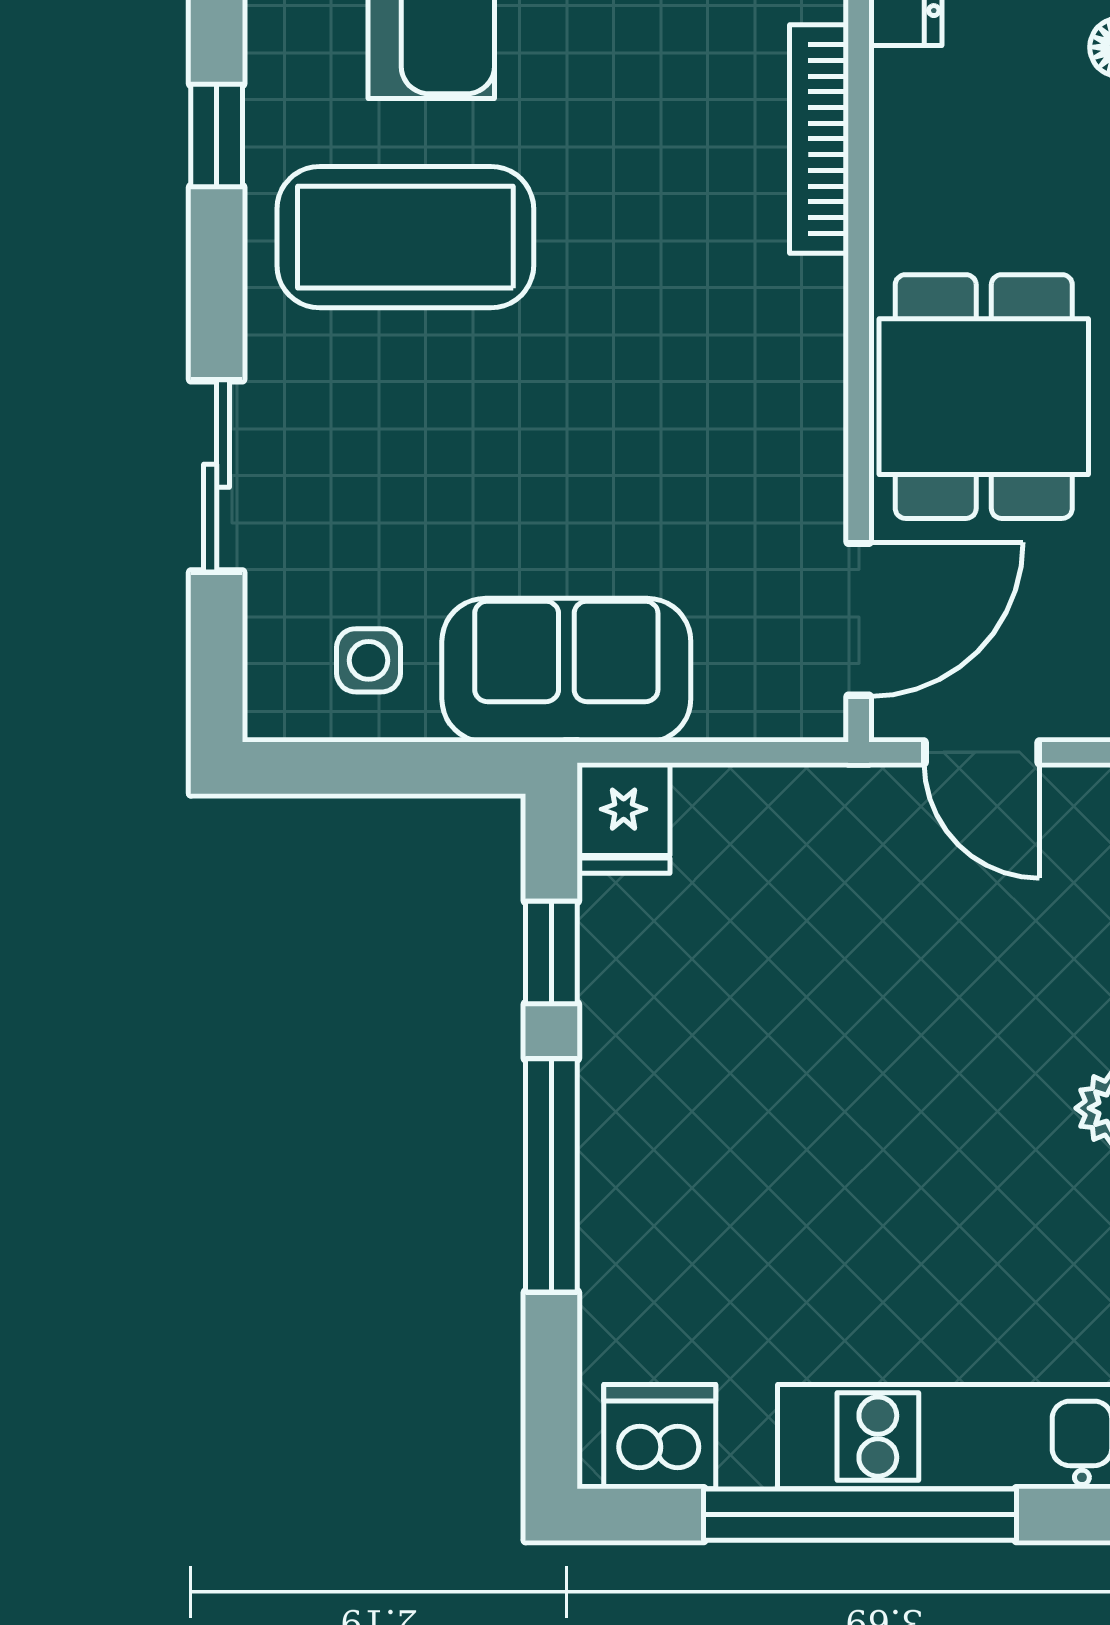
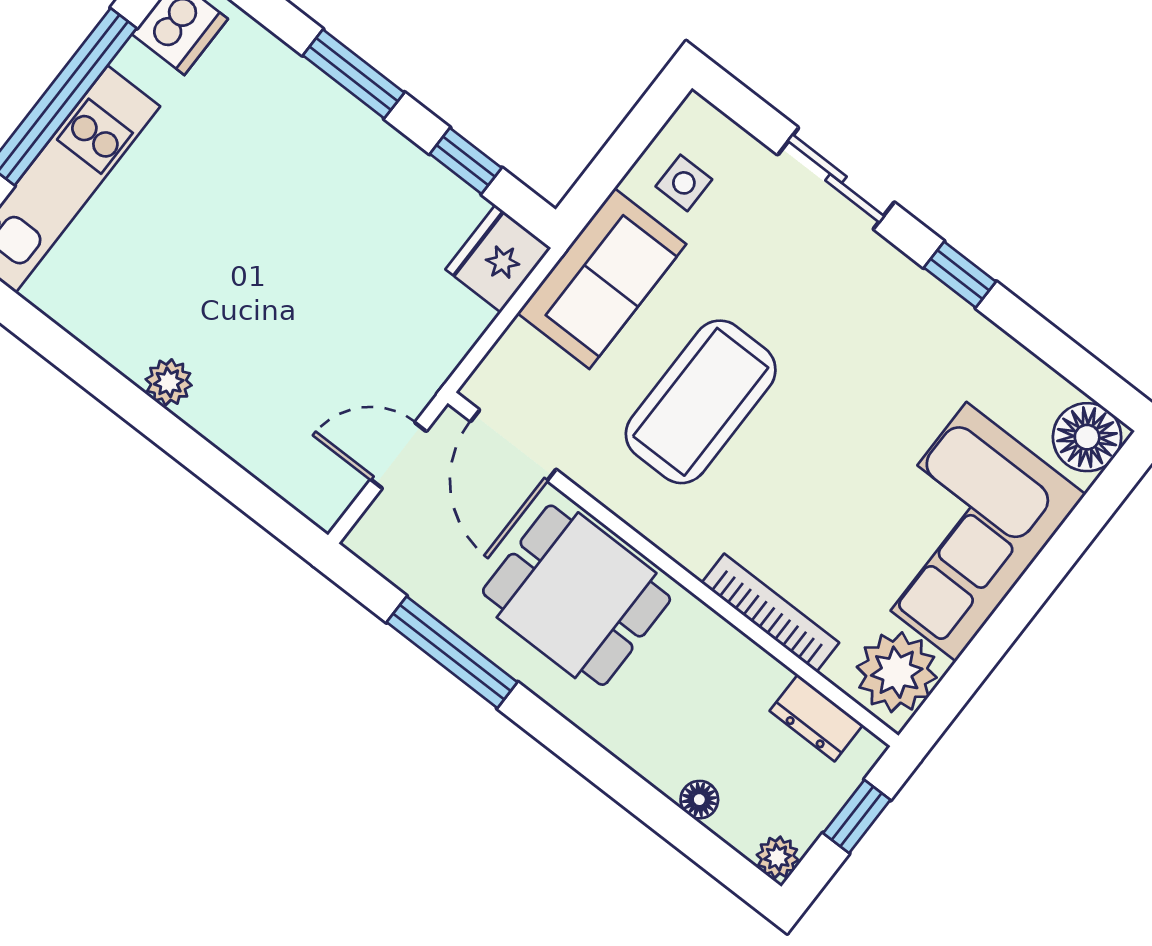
window: (217, 135) -> (960, 275), moved
coffee table: (405, 237) -> (701, 402), moved
fridge: (624, 818) -> (498, 259), width x1.38
window: (551, 1175) -> (354, 74), width x0.69

